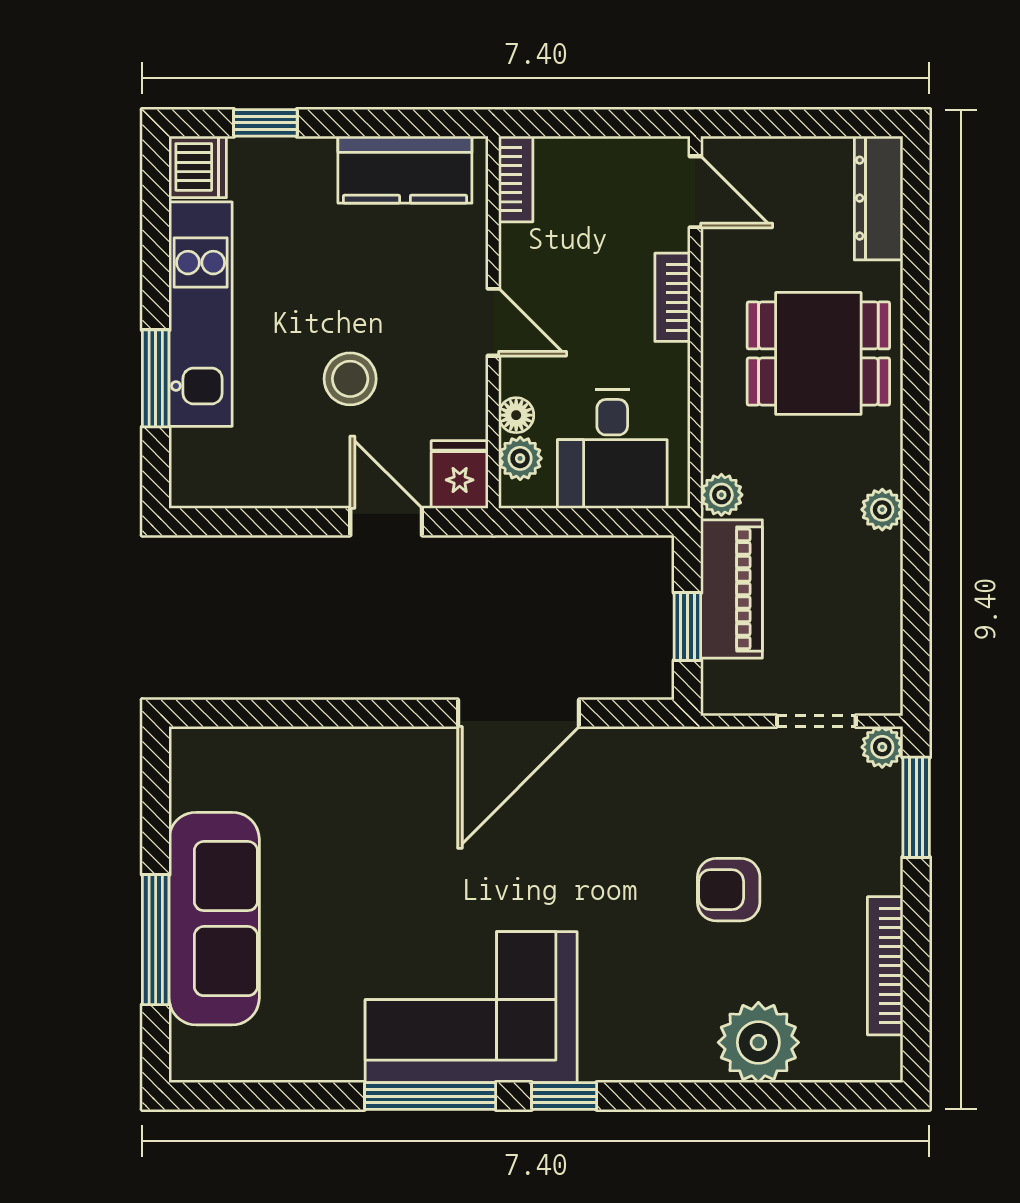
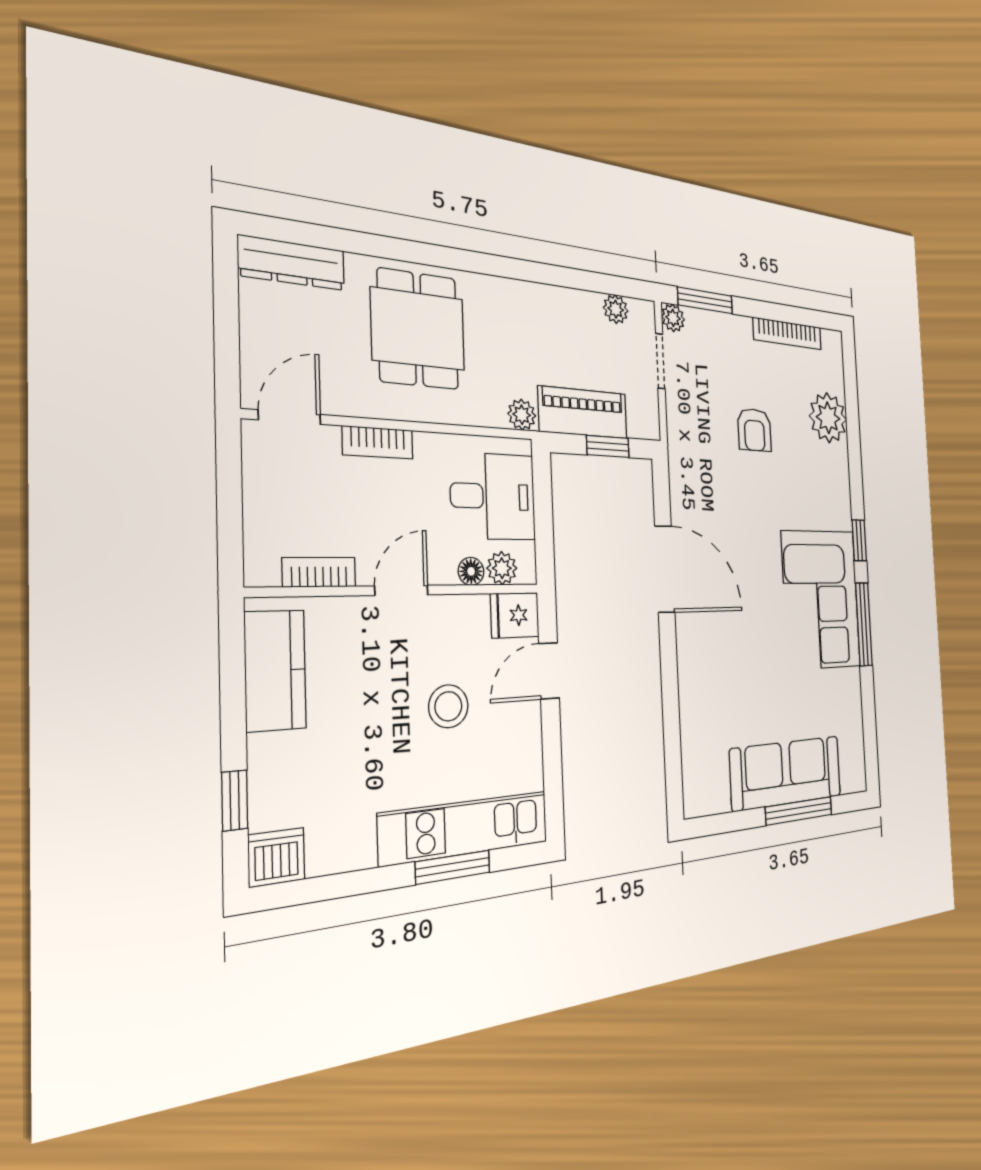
bookcase: (516, 179) -> (319, 572), moved
kitchen unit: (201, 314) -> (465, 828), moved
plant: (882, 510) -> (616, 309), moved

